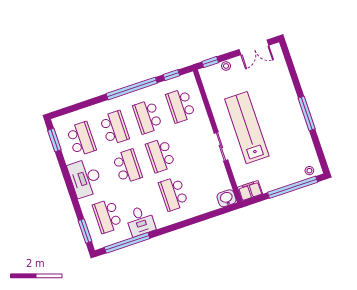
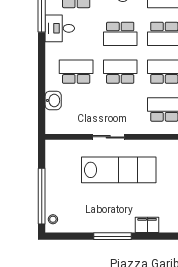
filing cabinet: (250, 191) -> (147, 225), moved, turned -90
washbasin: (227, 198) -> (53, 100), moved

